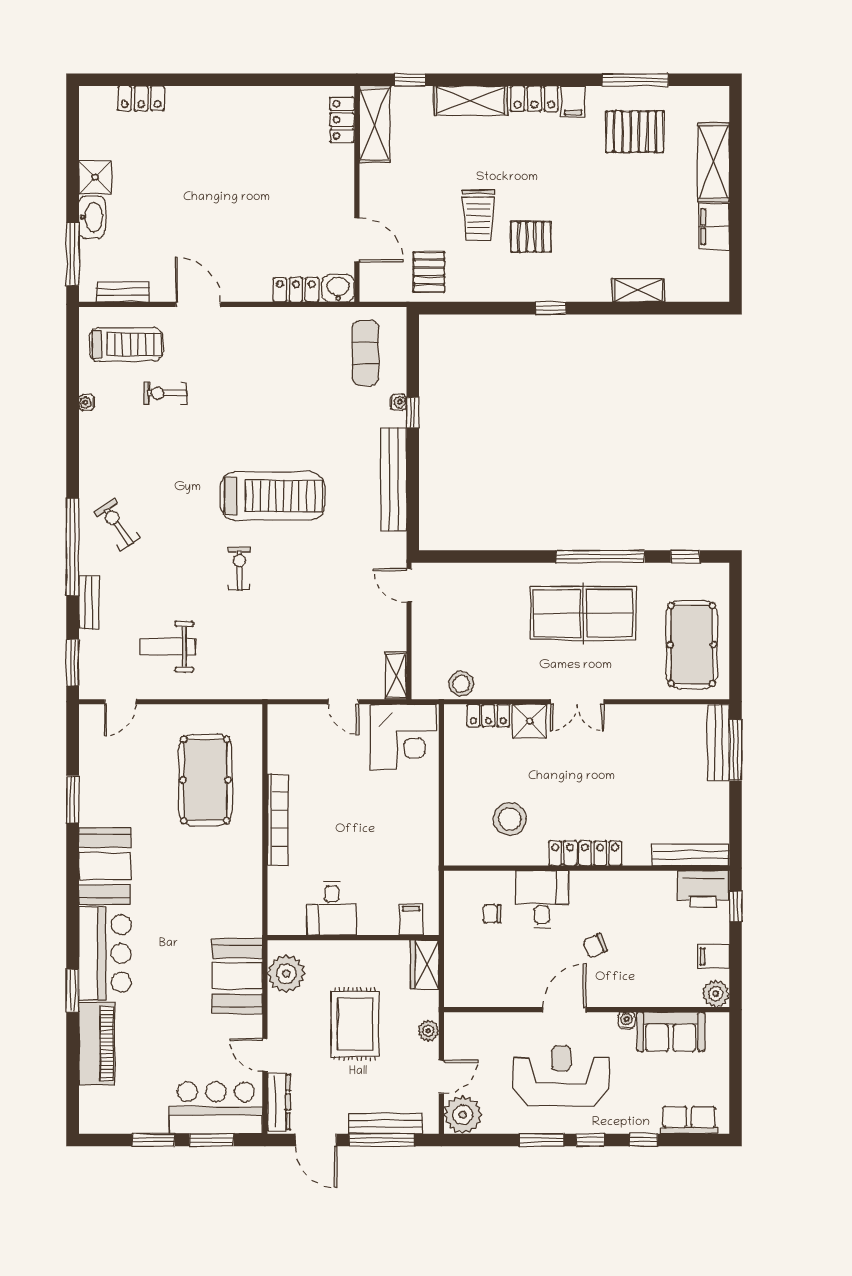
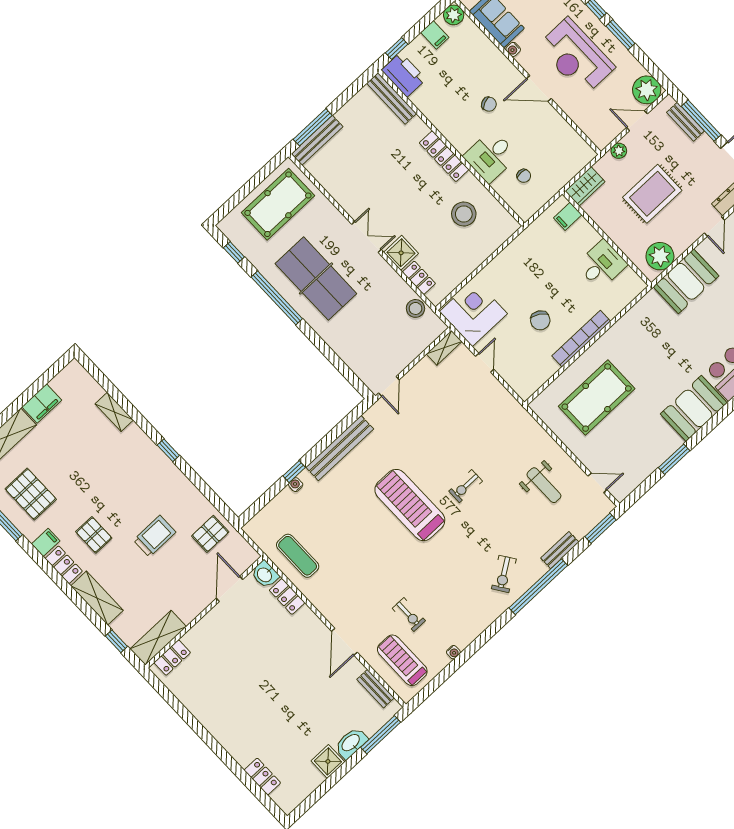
pallet: (531, 237) -> (94, 535), moved
exercise mat: (365, 353) -> (298, 556), moved, turned 90
chair: (334, 796) -> (540, 320), added
bench: (386, 1123) -> (685, 122), width x0.73

